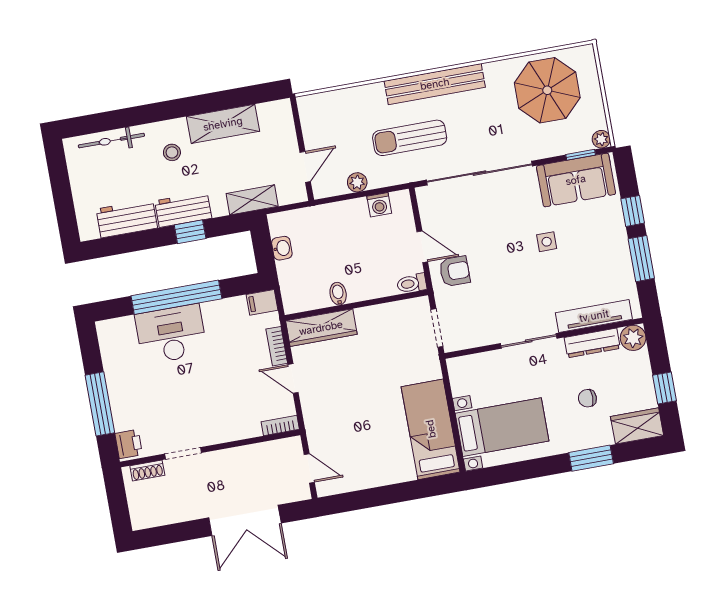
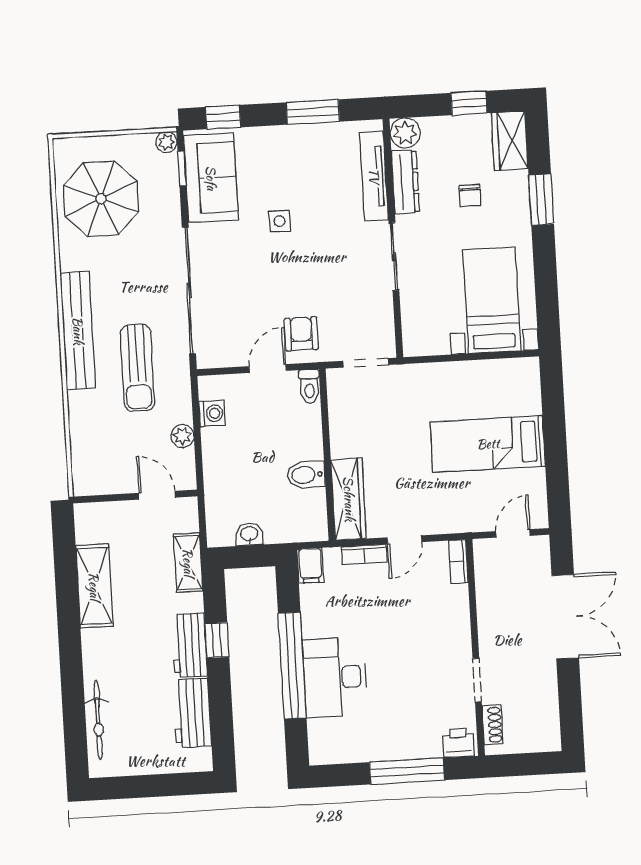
stool: (172, 152) -> (121, 650), removed
window: (633, 211) -> (223, 117), moved
bidet: (338, 294) -> (306, 475), width x1.38, depth x1.36
bed: (431, 429) -> (488, 444), moved

